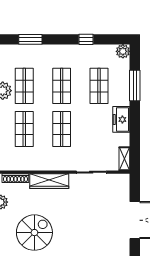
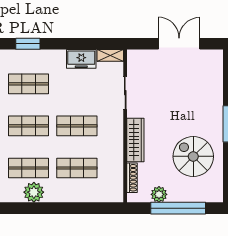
window: (135, 85) -> (28, 44), width x0.69
freezer: (121, 119) -> (81, 59), moved

